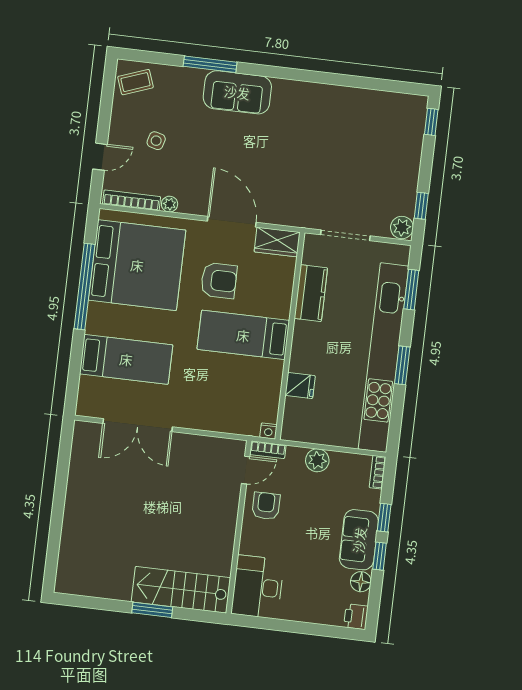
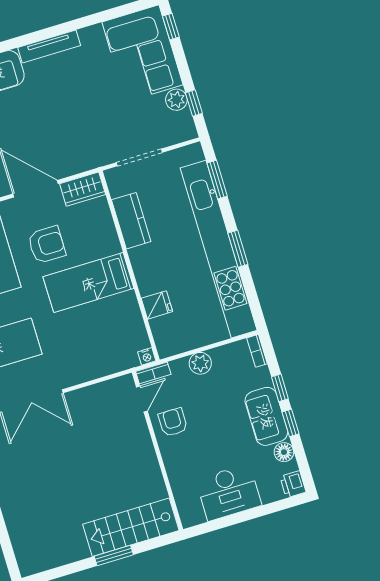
tv unit: (305, 90) -> (49, 46), added
corner sofa: (392, 136) -> (142, 53), added
plant: (402, 228) -> (176, 100), moved
desk: (258, 587) -> (229, 492), moved, turned -90

